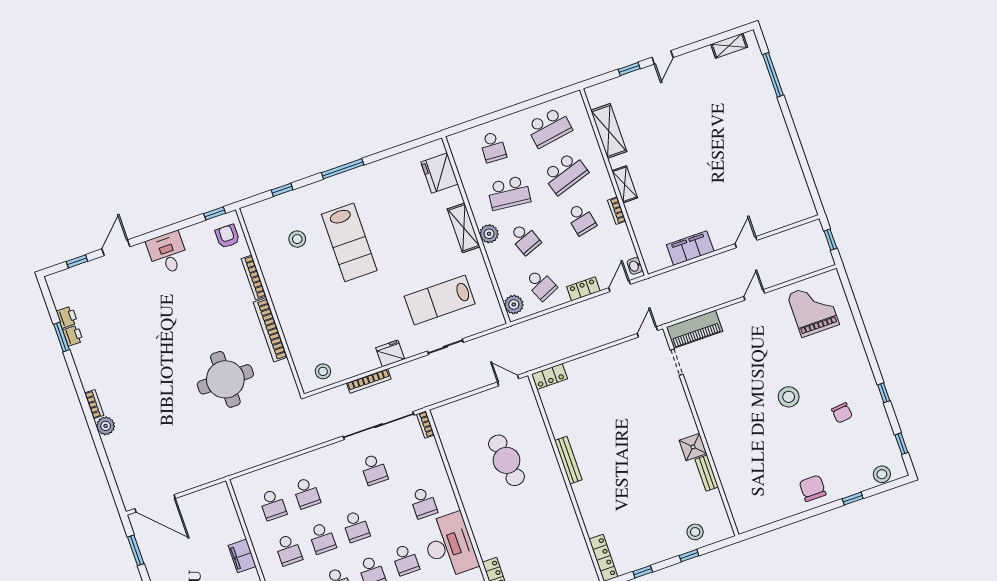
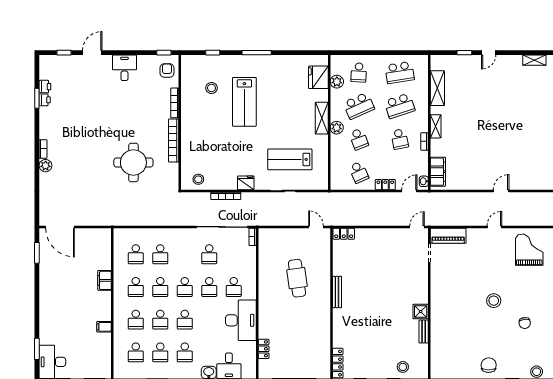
school desk: (509, 193) -> (359, 106), turned -30
filing cabinet: (690, 248) -> (438, 172), moved, turned 90
plant: (514, 305) -> (337, 82), moved
school desk: (405, 560) -> (209, 287), moved

